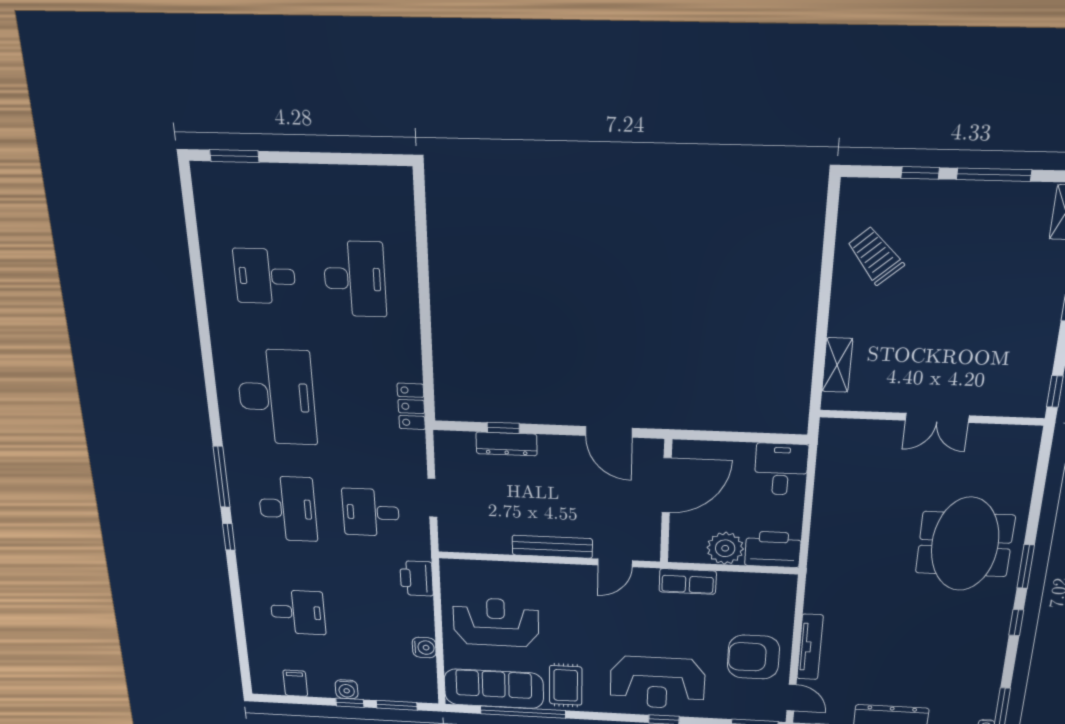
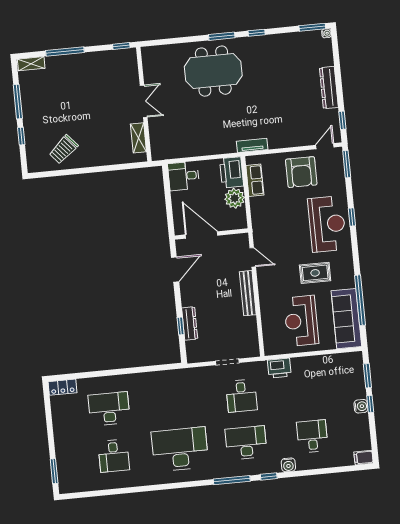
shelving: (837, 365) -> (138, 138), moved, turned 90
locker: (411, 406) -> (63, 387), moved
row of seats: (688, 581) -> (255, 180), moved
tv unit: (810, 647) -> (252, 145), moved, width x0.71
water cooler: (424, 648) -> (288, 465), moved, turned 180
filing cabinet: (295, 683) -> (364, 458), moved
rug: (566, 685) -> (315, 273), moved

